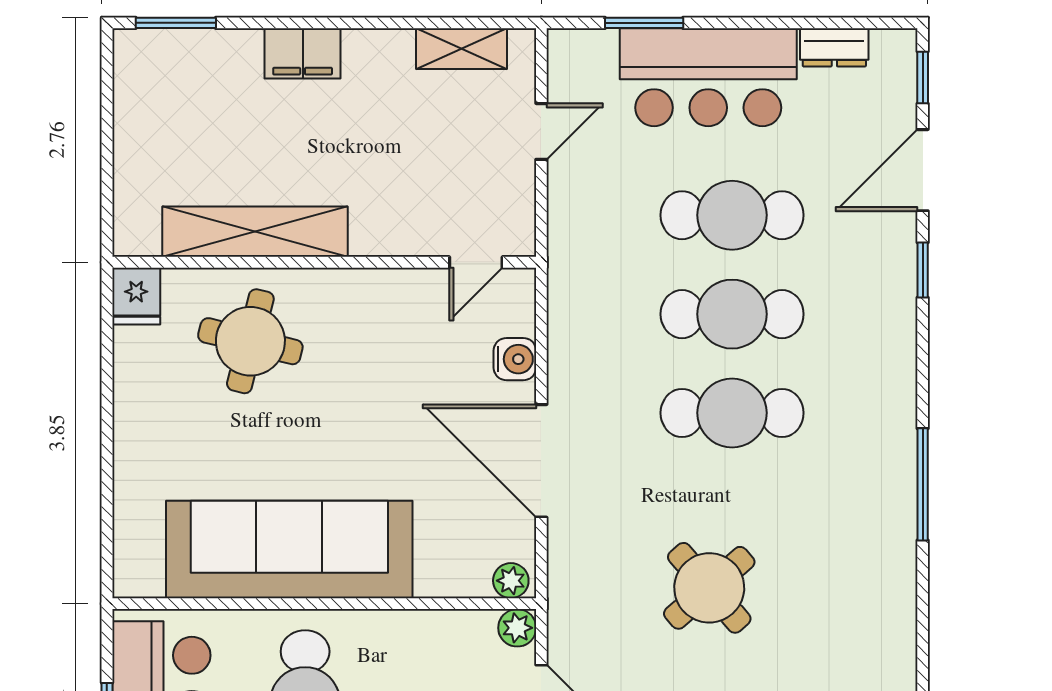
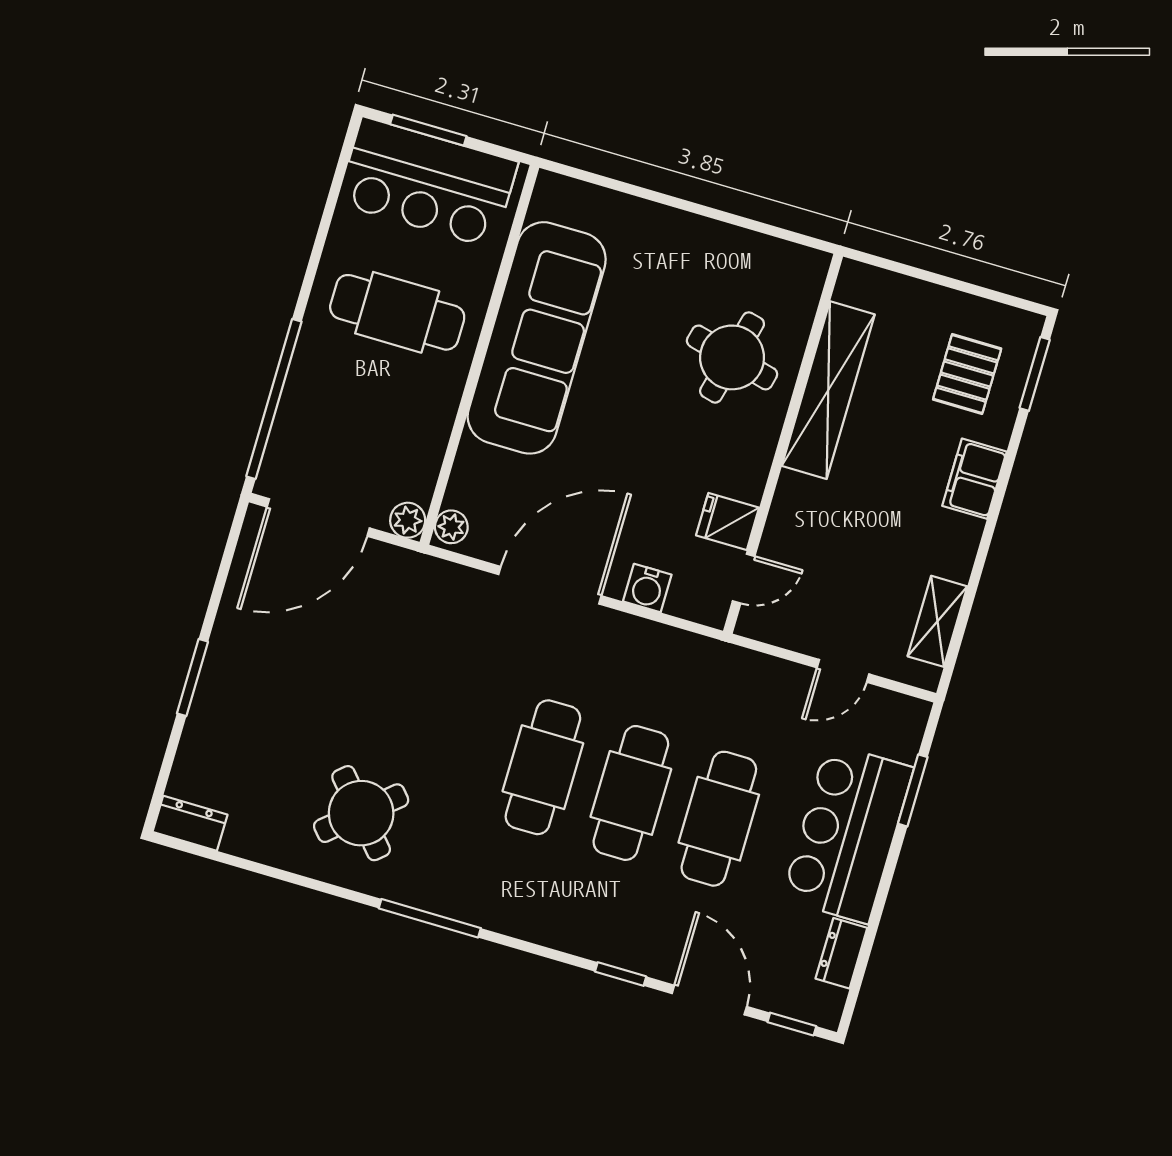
pallet: (196, 93) -> (967, 374), added
door: (541, 131) -> (843, 671), hinge flipped
door: (476, 262) -> (744, 579), swing flipped
fridge: (136, 296) -> (728, 522), moved
round table: (709, 588) -> (361, 813), moved

